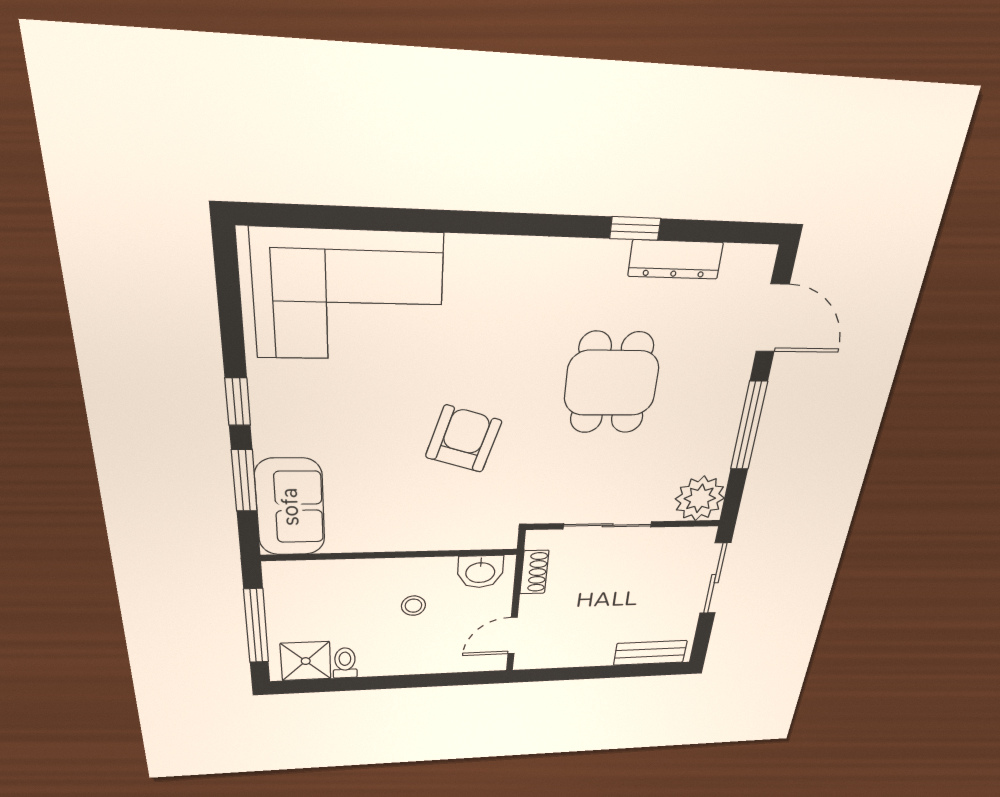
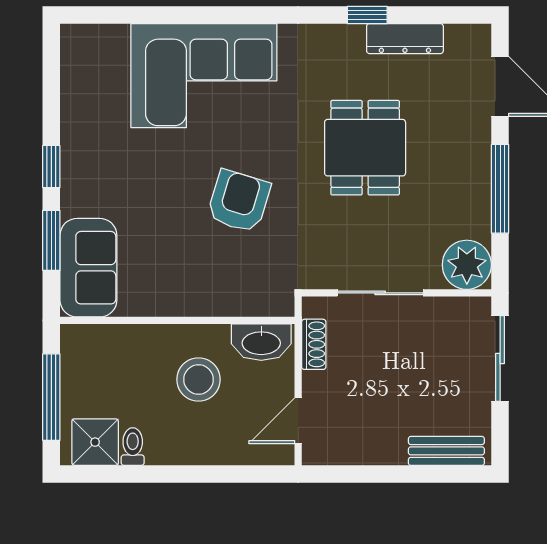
corner sofa: (349, 296) -> (204, 76), moved
washbasin: (480, 572) -> (261, 342), width x1.38
stool: (413, 606) -> (199, 379), width x1.89, depth x1.89

